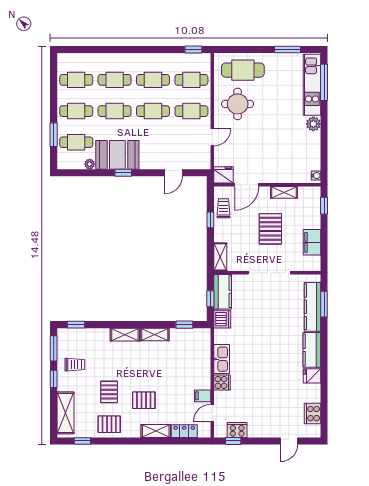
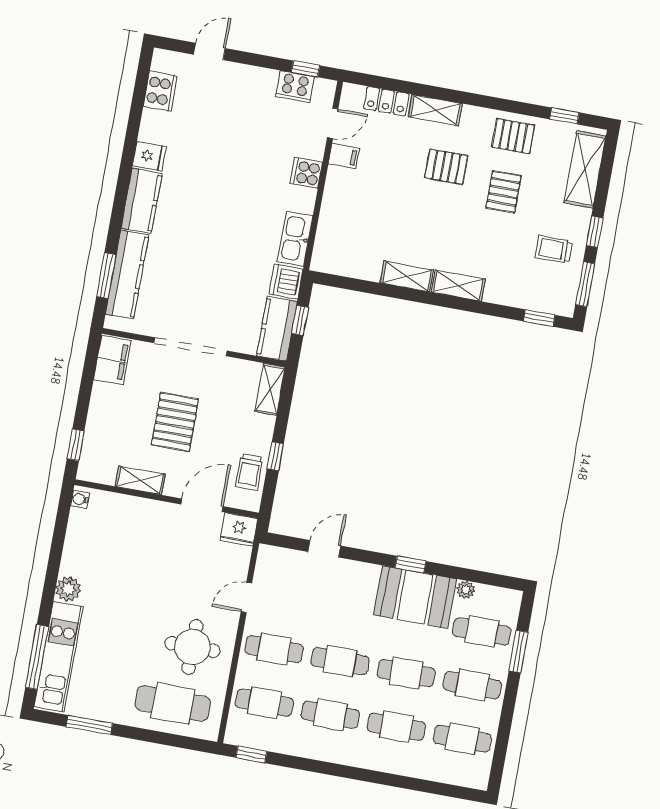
filing cabinet: (312, 242) -> (112, 360), moved
window: (184, 325) -> (353, 284), removed
kitchen sink: (222, 359) -> (295, 239), moved

